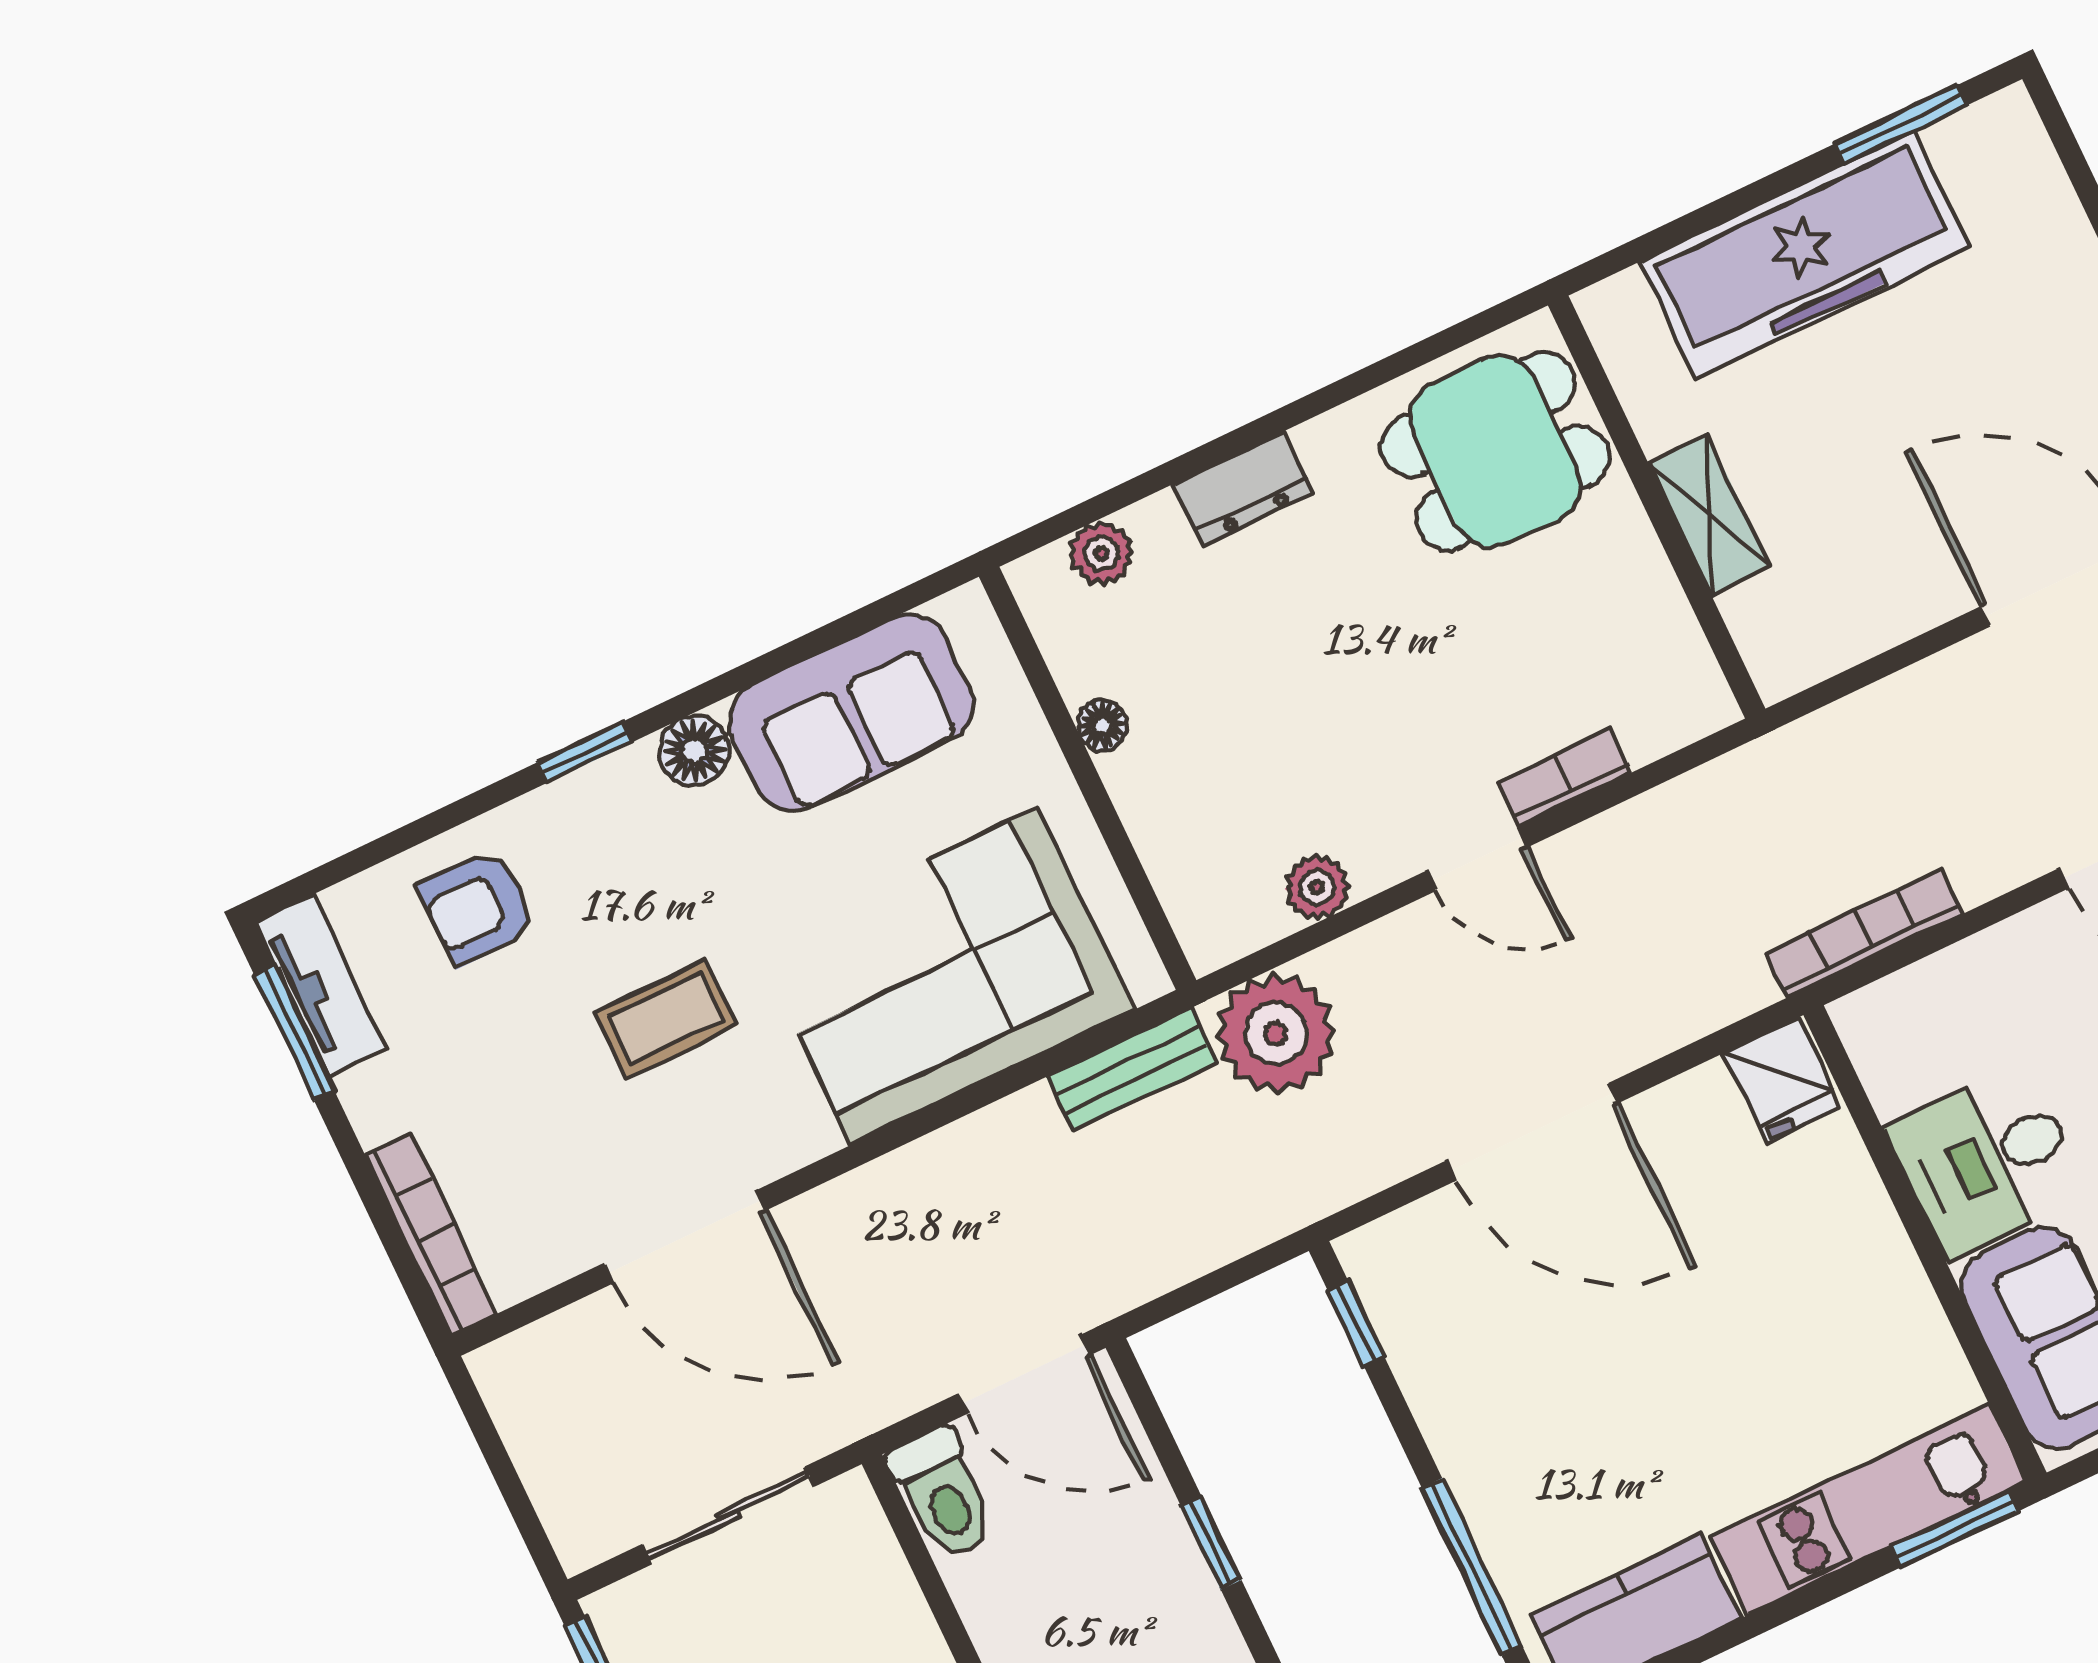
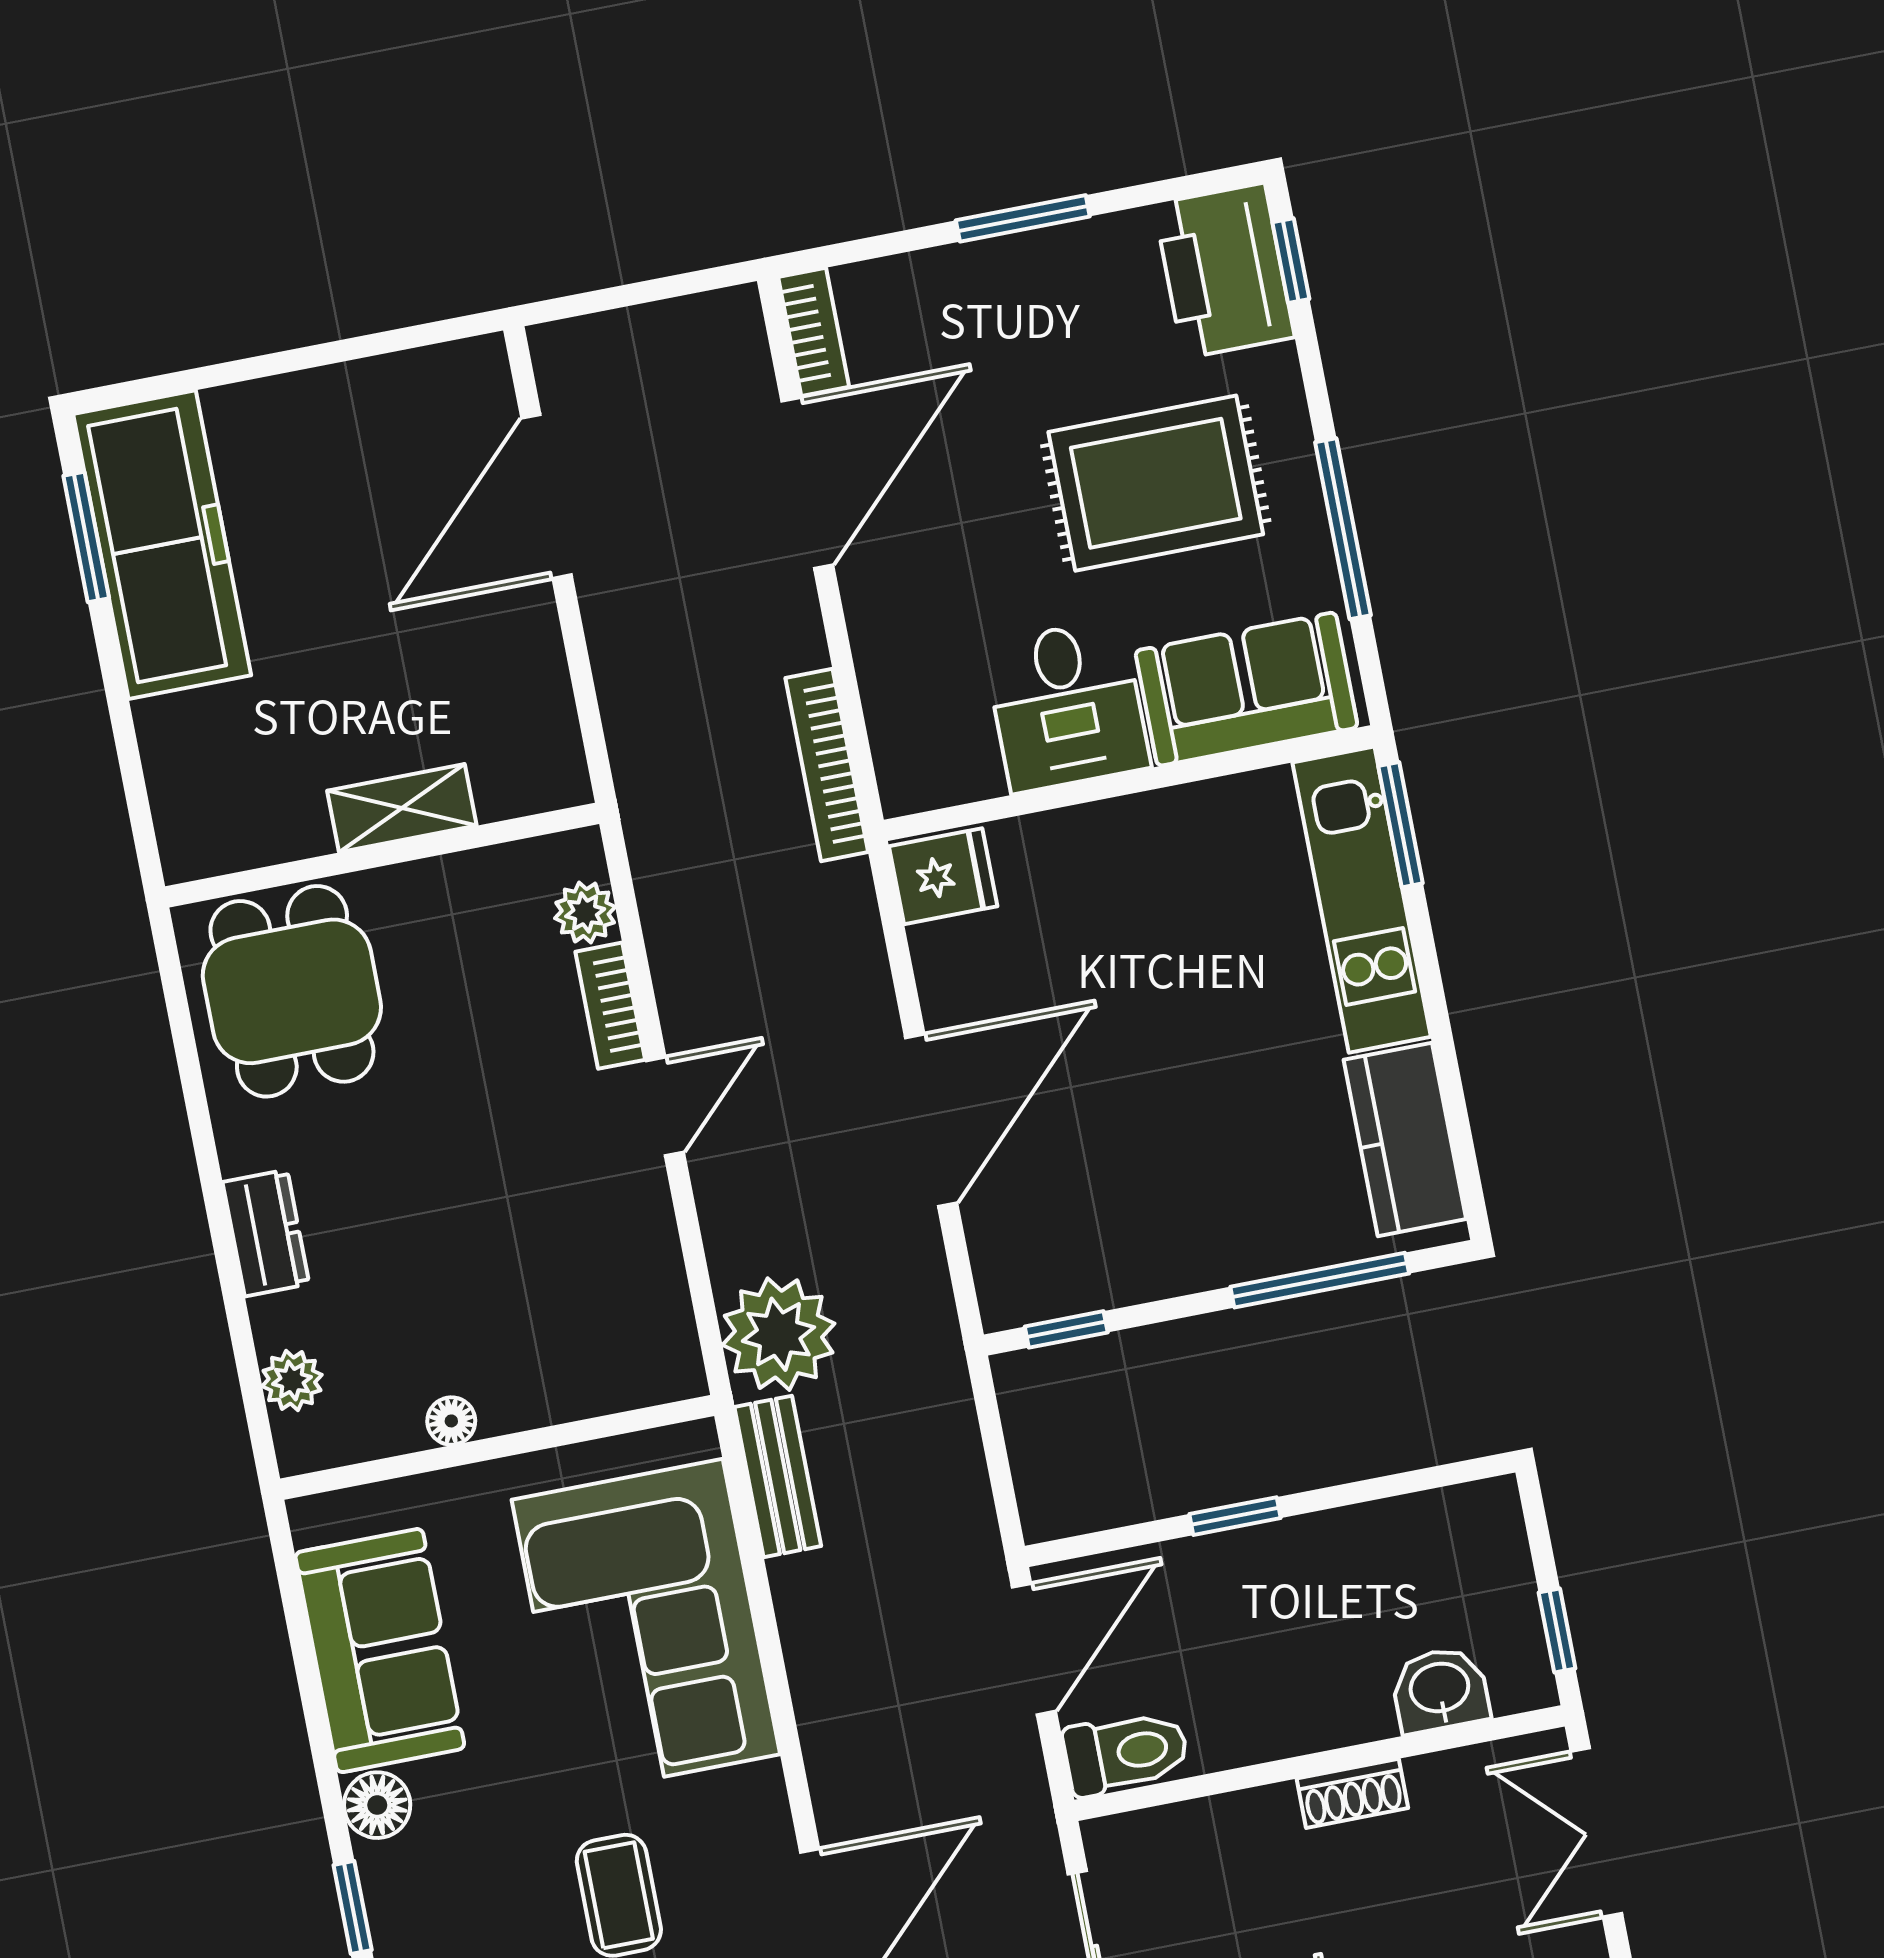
freezer: (1805, 255) -> (162, 545), moved
plant: (1317, 887) -> (585, 913), moved

